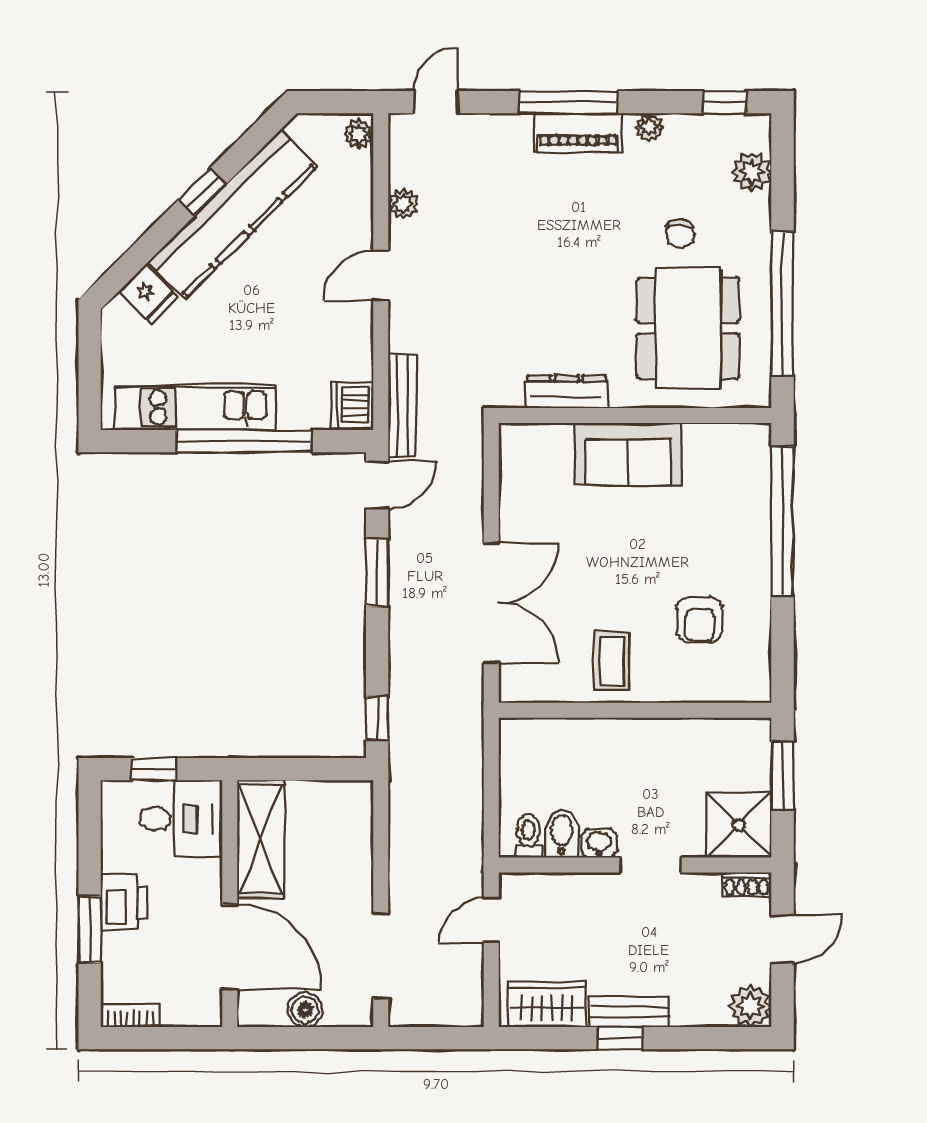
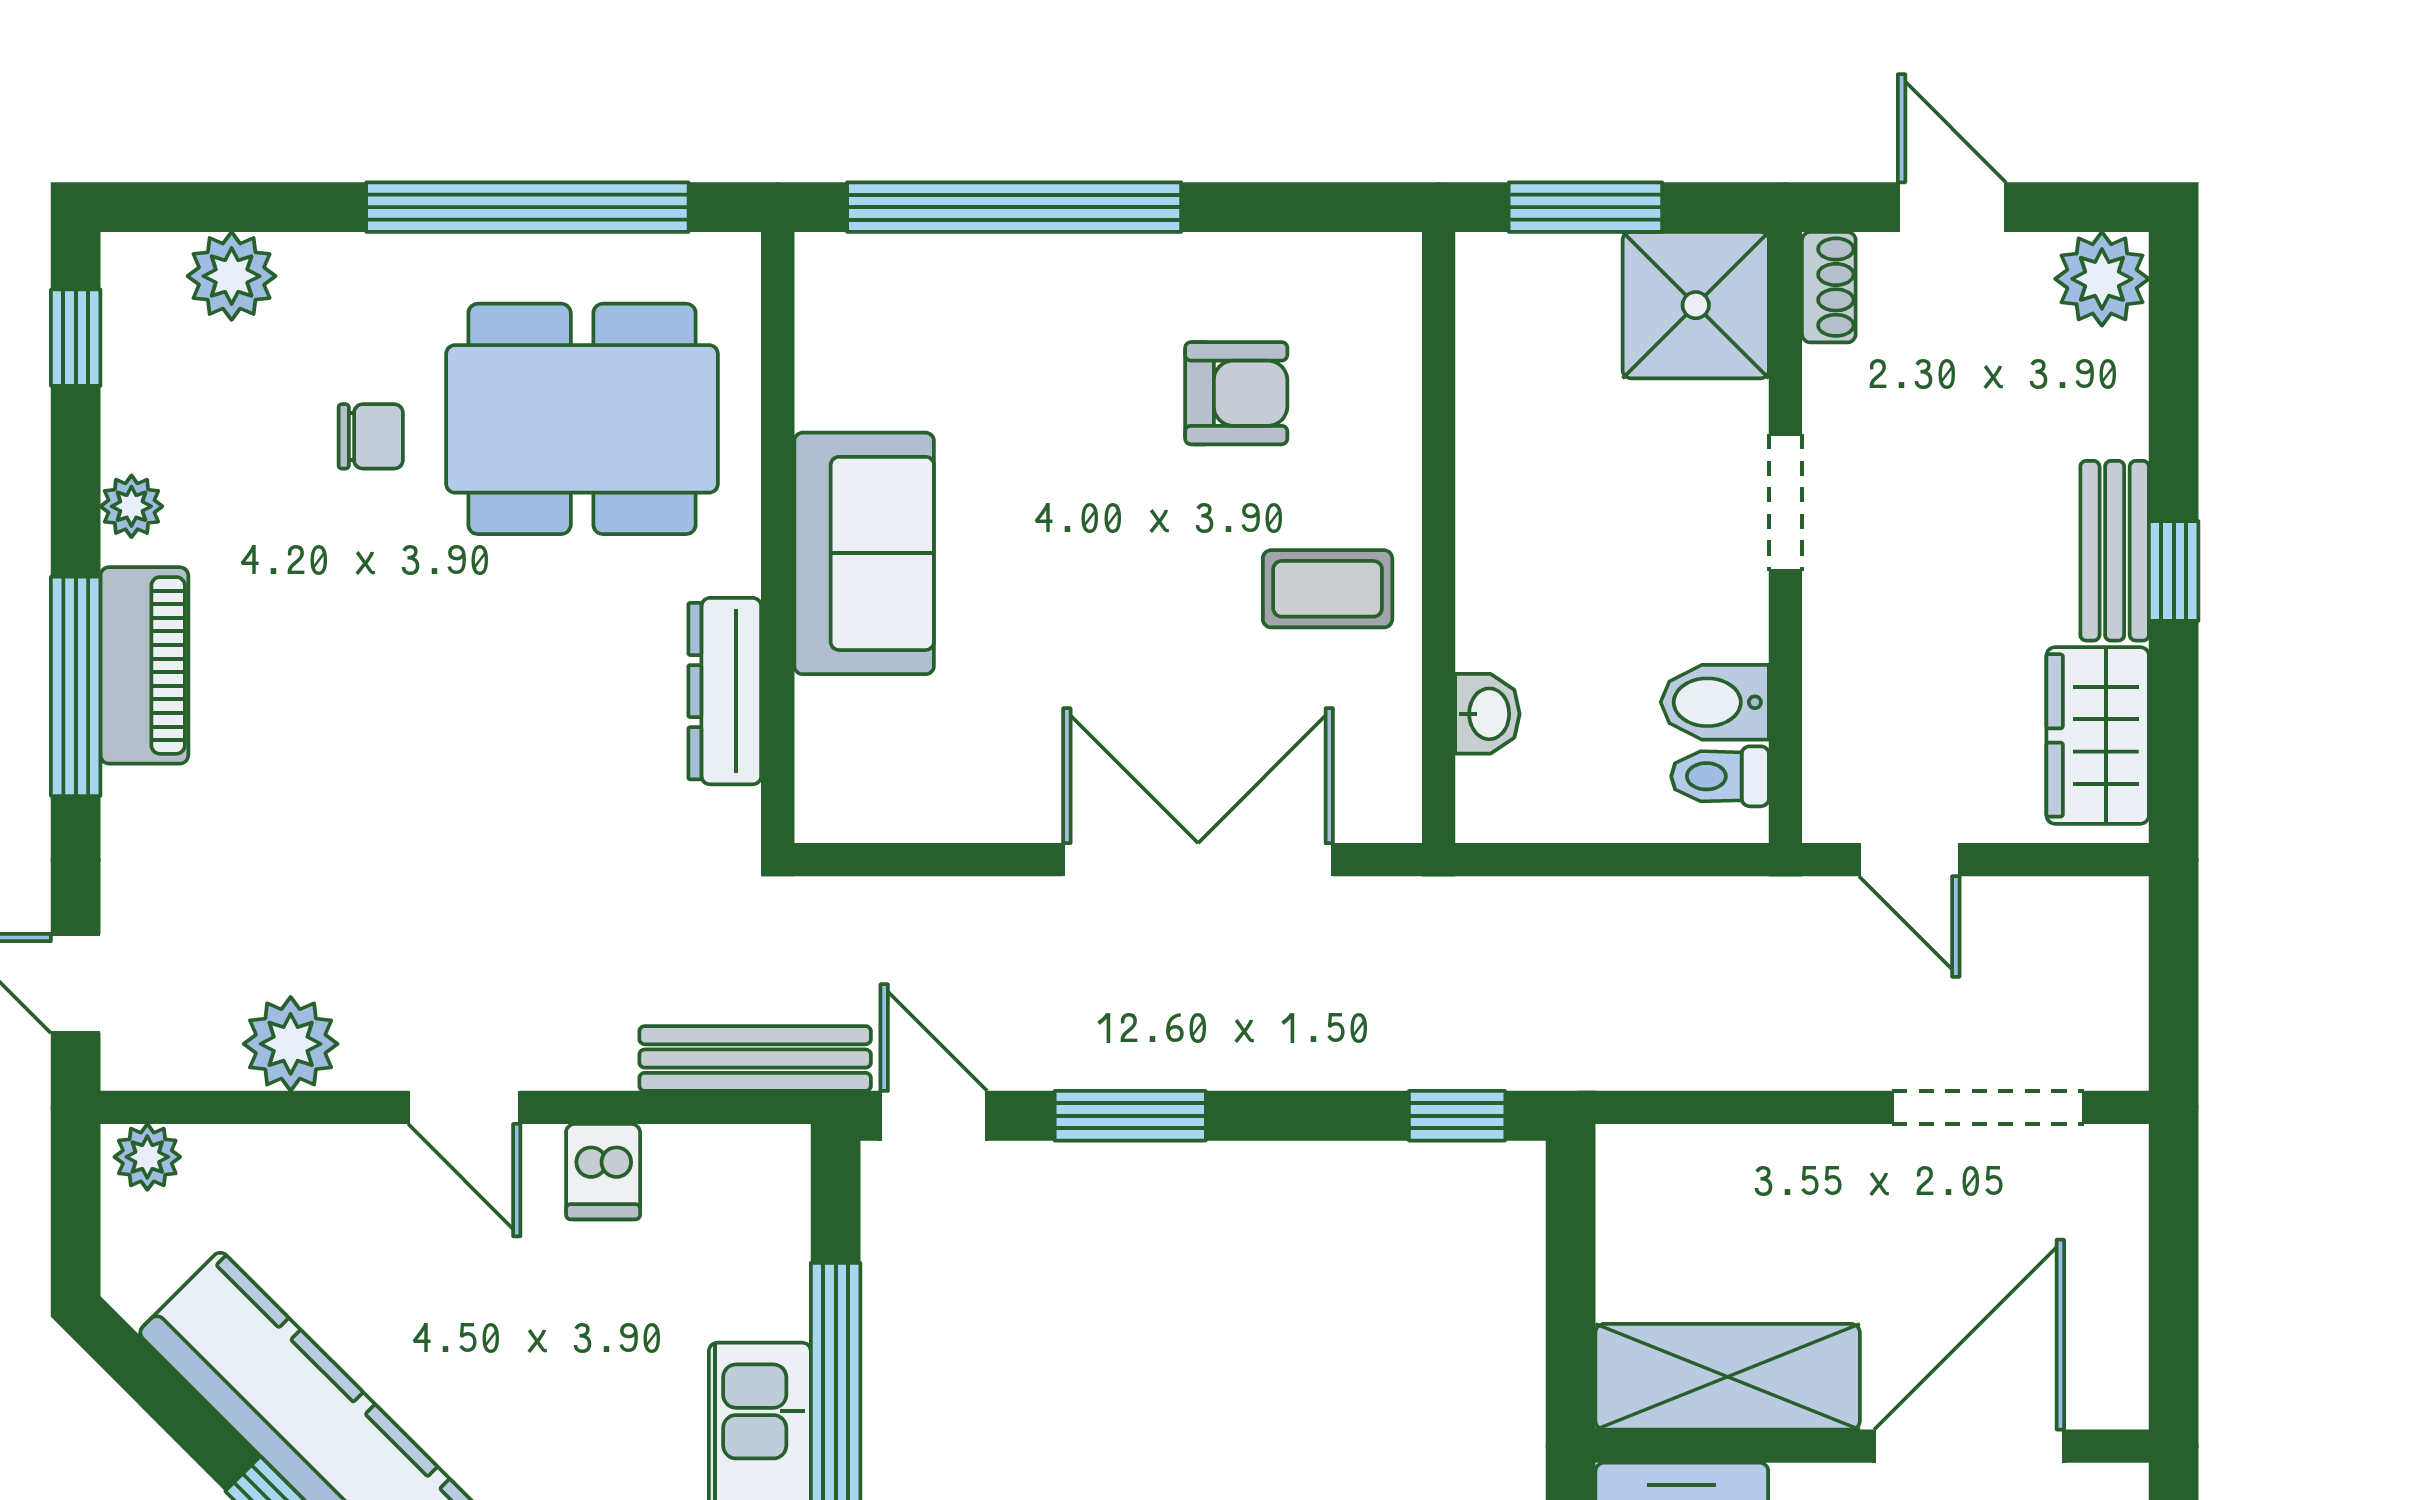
plant: (403, 204) -> (291, 1044), width x1.38, depth x1.38
dishwasher: (352, 405) -> (603, 1172), moved, width x0.73
washbasin: (599, 843) -> (1487, 714), moved, turned 180
boiler: (305, 1010) -> (2110, 1277), removed

